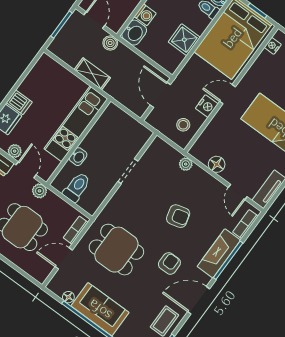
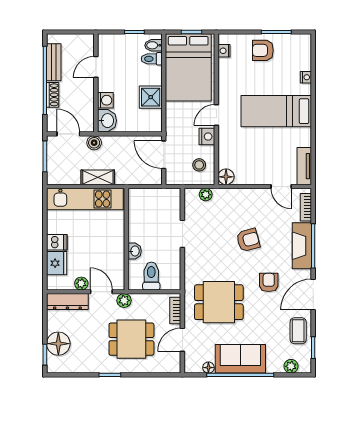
kitchen unit: (76, 124) -> (85, 199), moved, turned -90
plant: (186, 164) -> (206, 195), moved
floor lamp: (217, 164) -> (226, 177), moved

